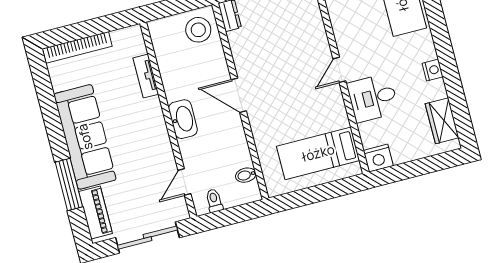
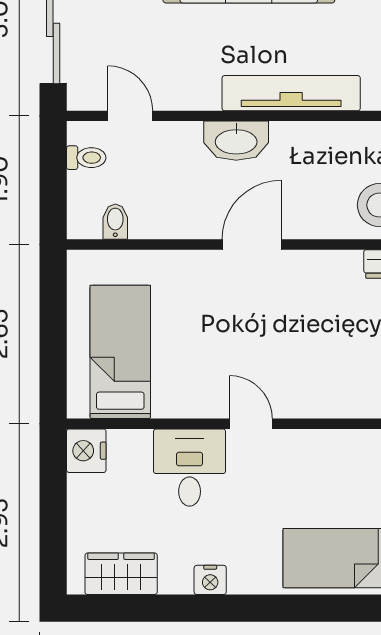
tv unit: (146, 76) -> (291, 93), width x1.92, depth x1.29

